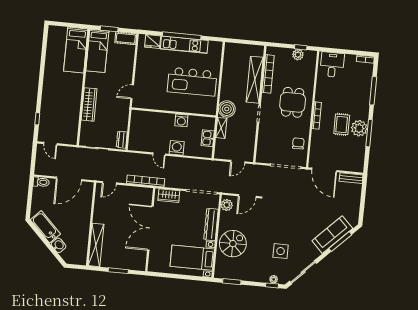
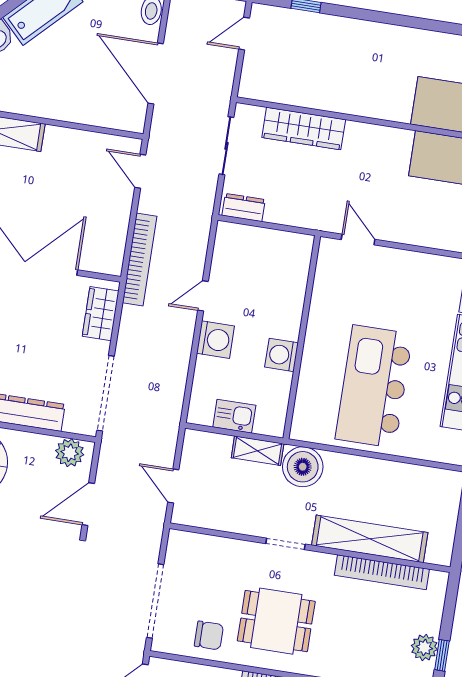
dining table: (293, 102) -> (276, 621), moved
wardrobe: (89, 104) -> (304, 128), moved
door: (247, 196) -> (88, 504), hinge flipped

